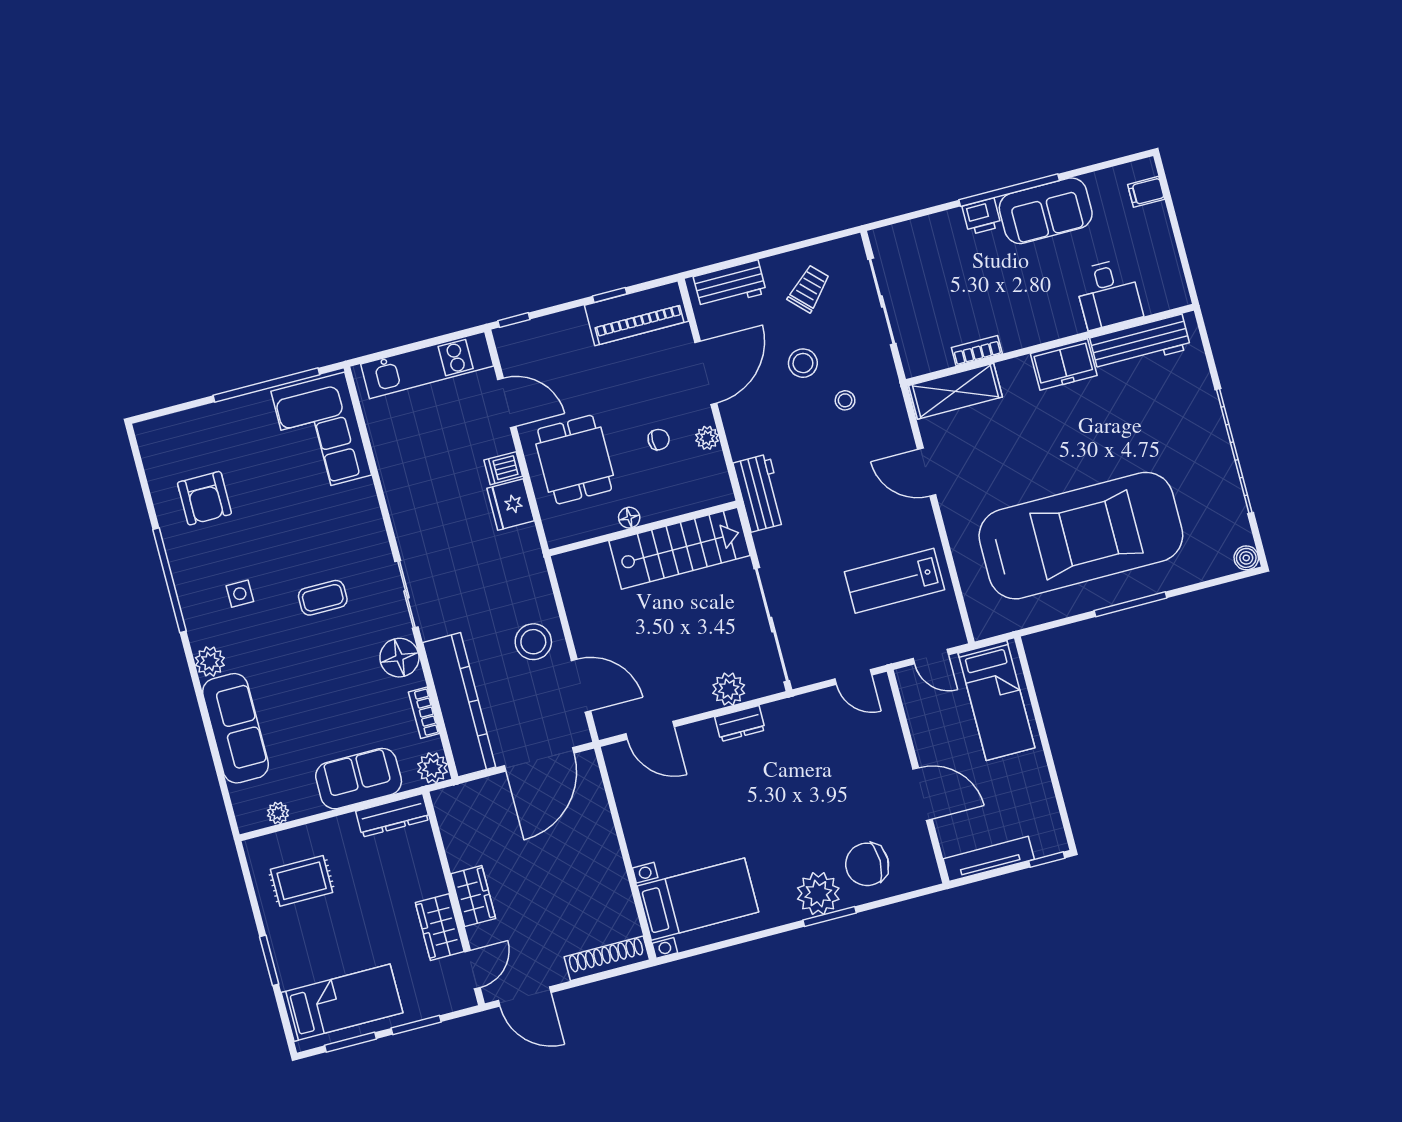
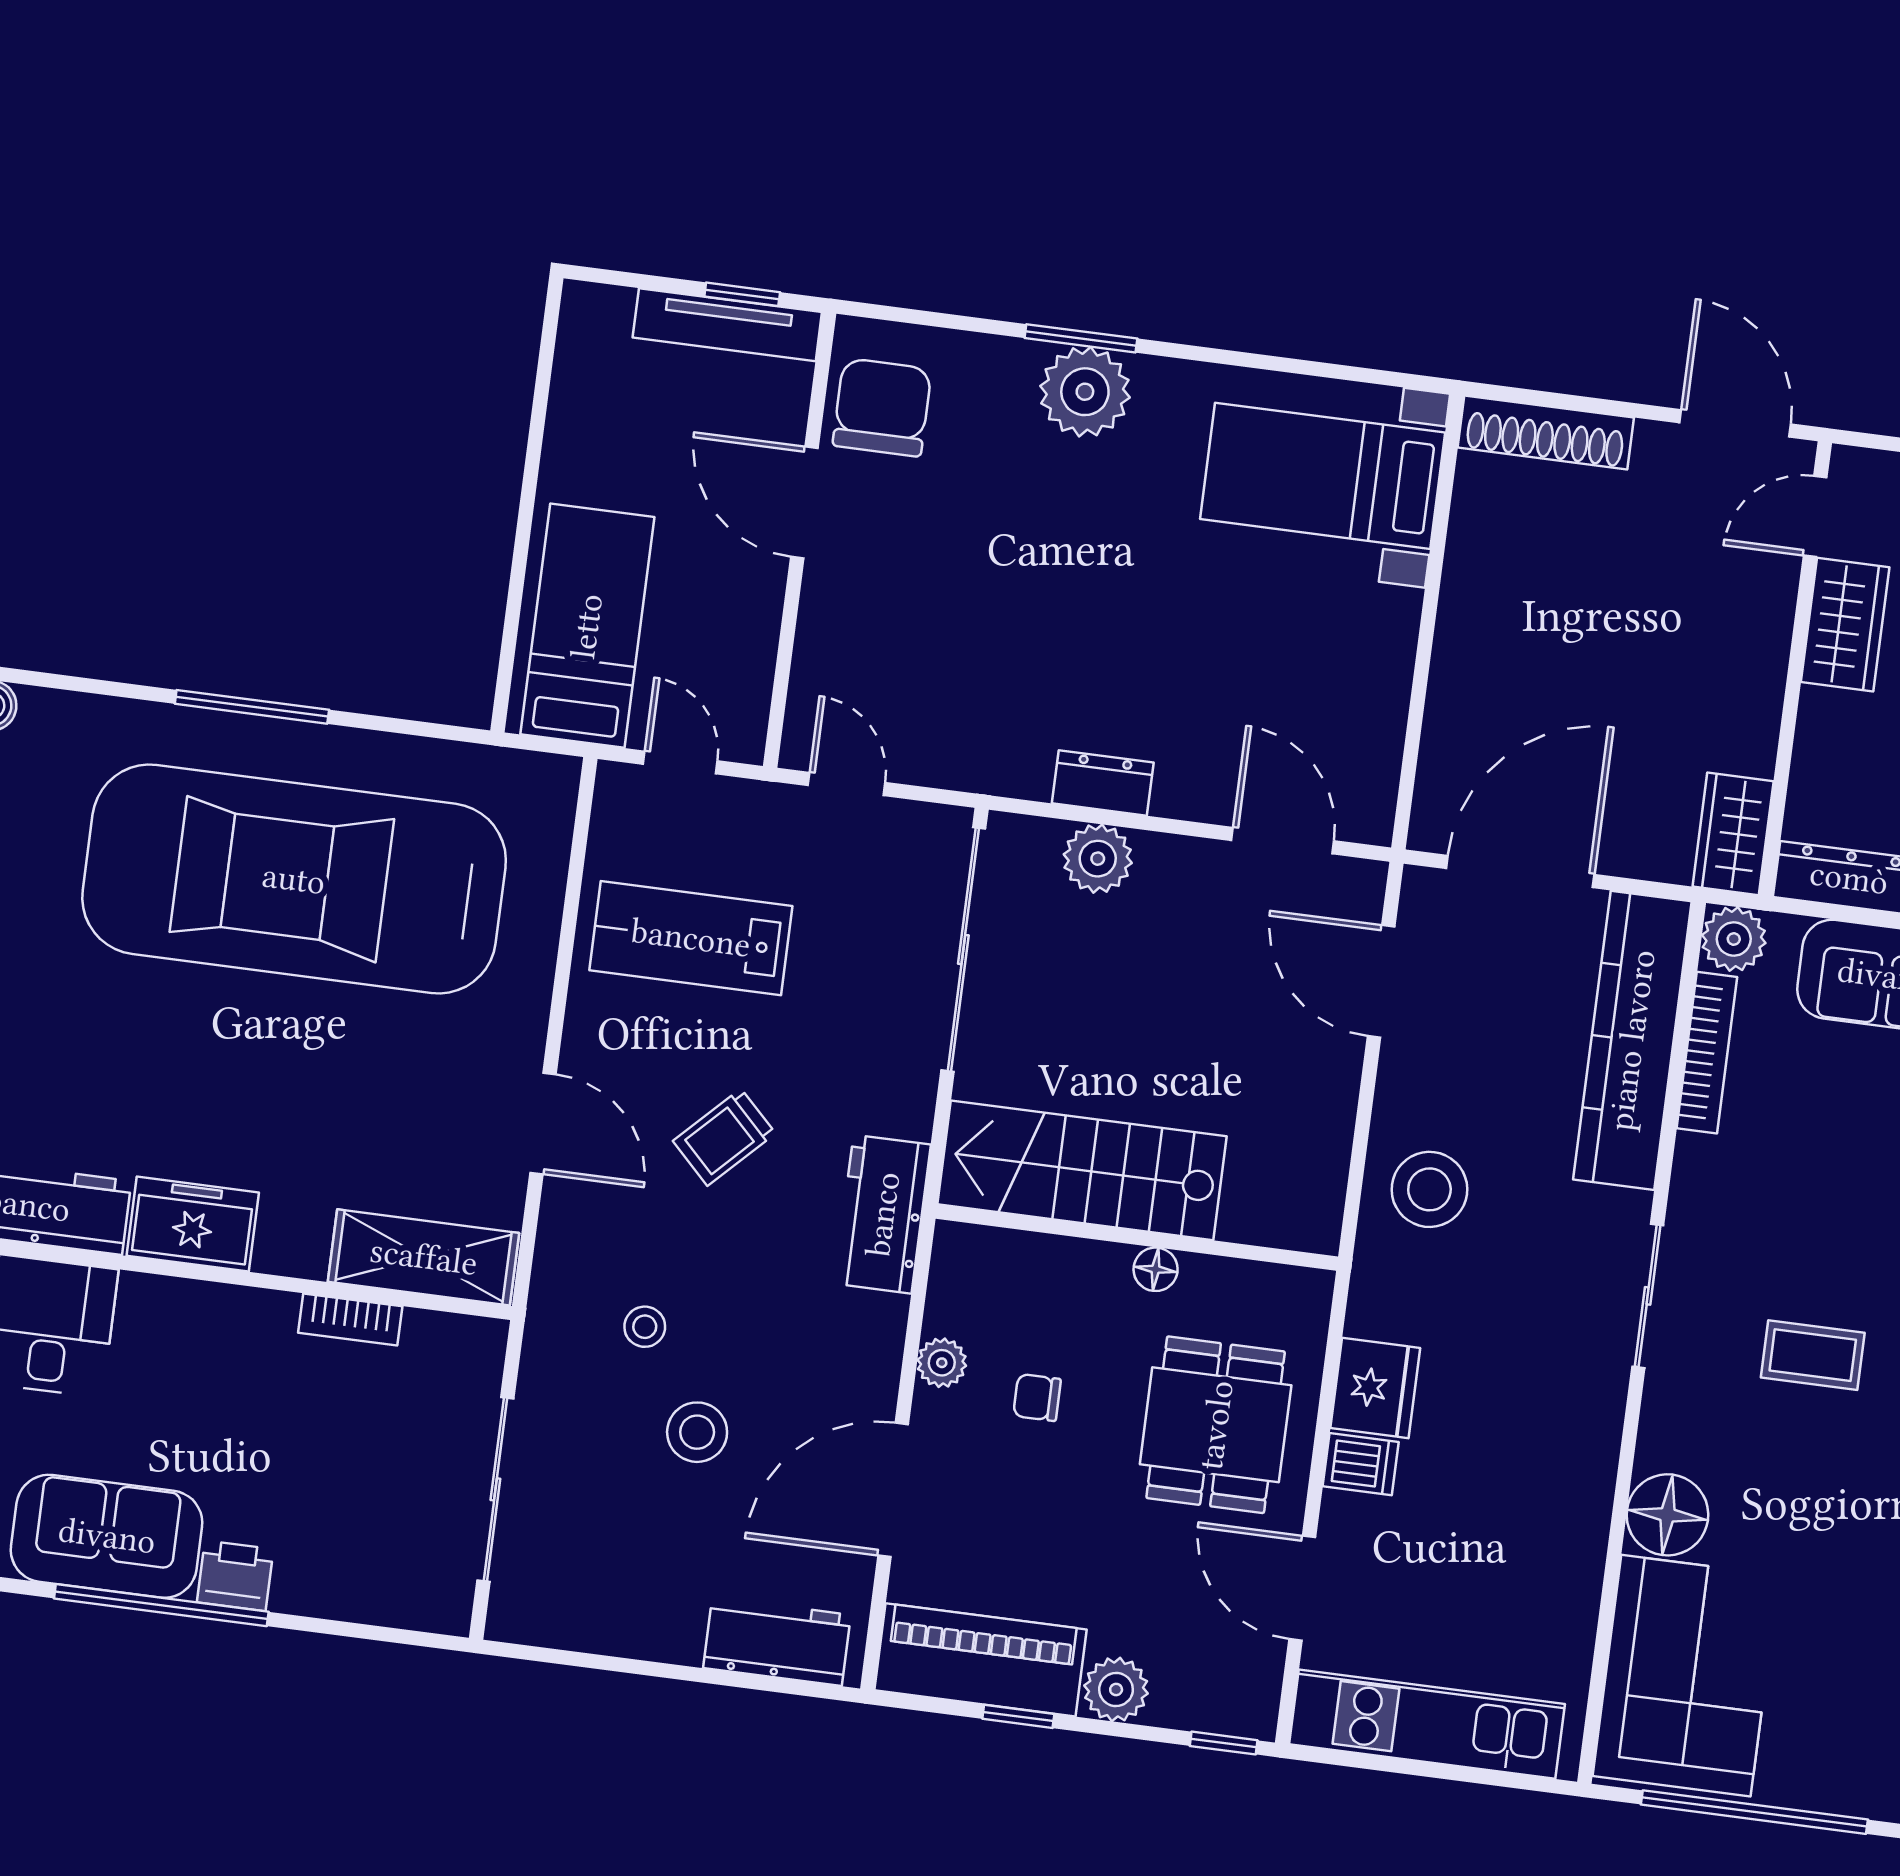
trolley: (809, 289) -> (724, 1137), moved
plant: (571, 324) -> (1116, 1689), added
lab bench: (895, 581) -> (691, 938), turned 180
stool: (533, 642) -> (1429, 1189), moved
floor lamp: (399, 658) -> (1667, 1515), moved
bookcase: (424, 713) -> (1707, 1053), width x1.56
window: (1047, 860) -> (742, 294), moved
chair: (867, 864) -> (882, 407), moved, turned -90
wardrobe: (473, 896) -> (1733, 834), moved

